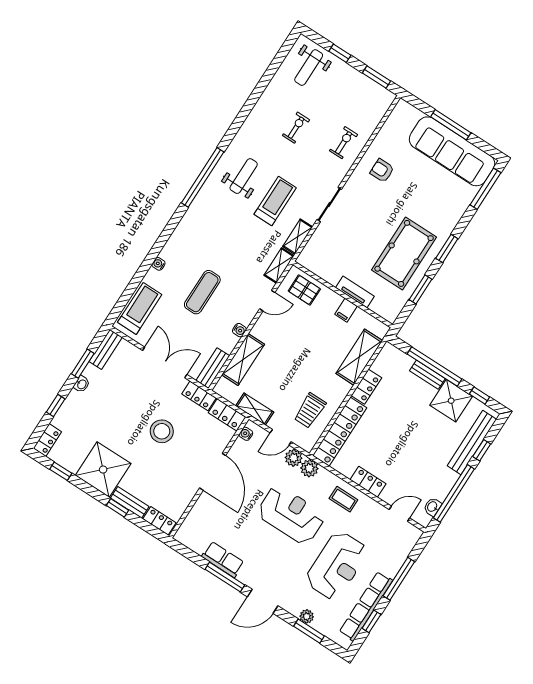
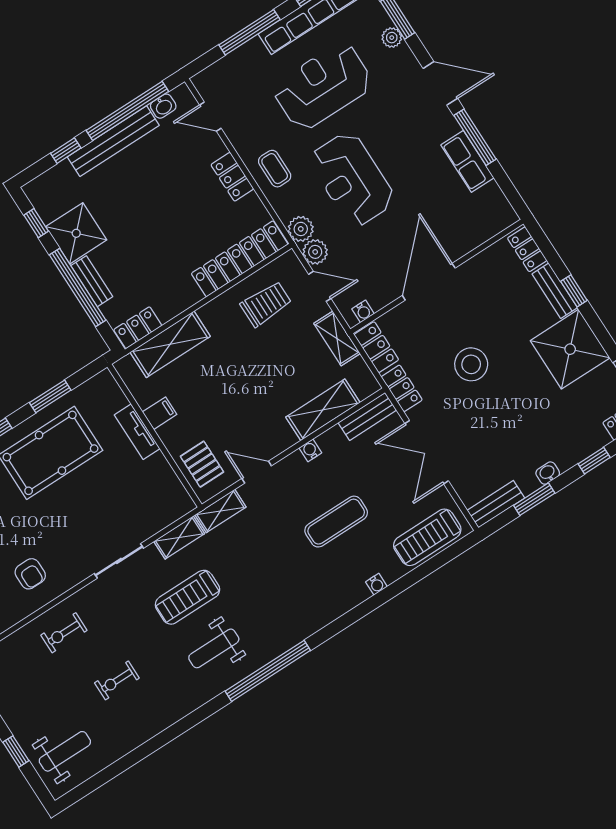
locker: (366, 387) -> (138, 328), moved
bench: (472, 443) -> (113, 141), moved

